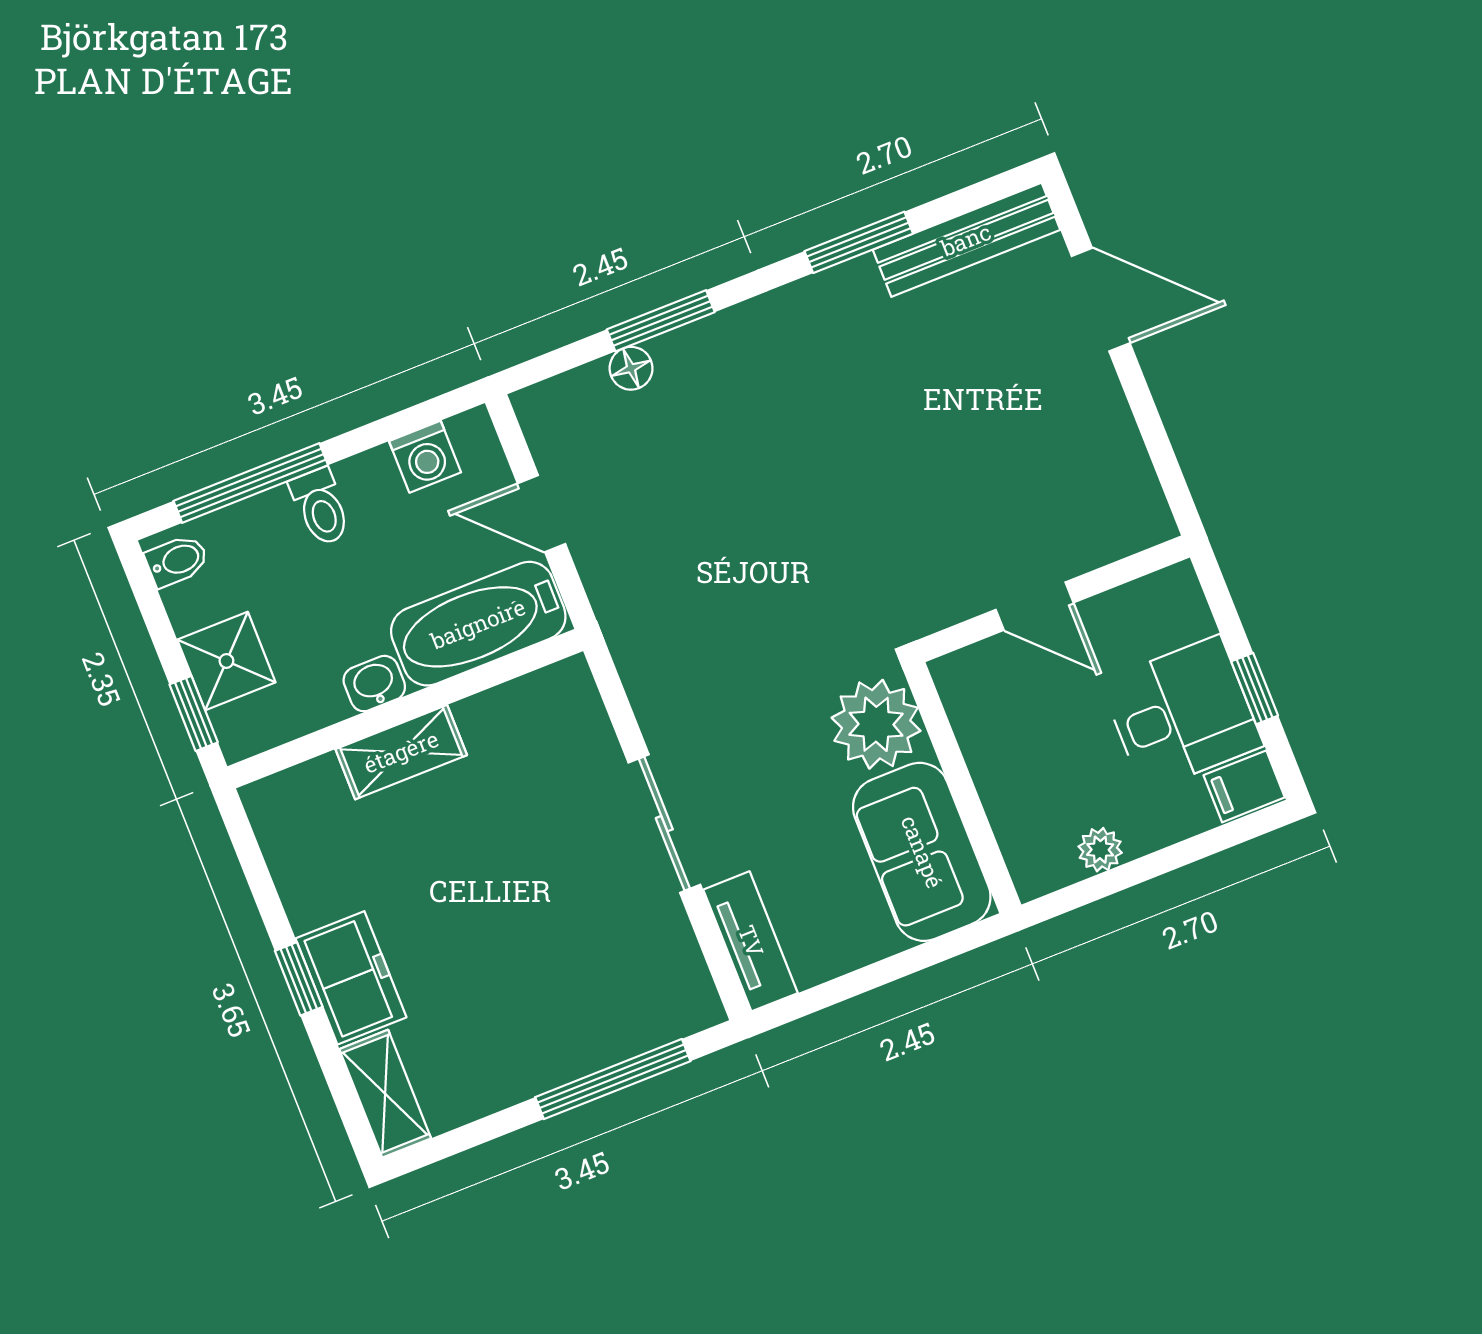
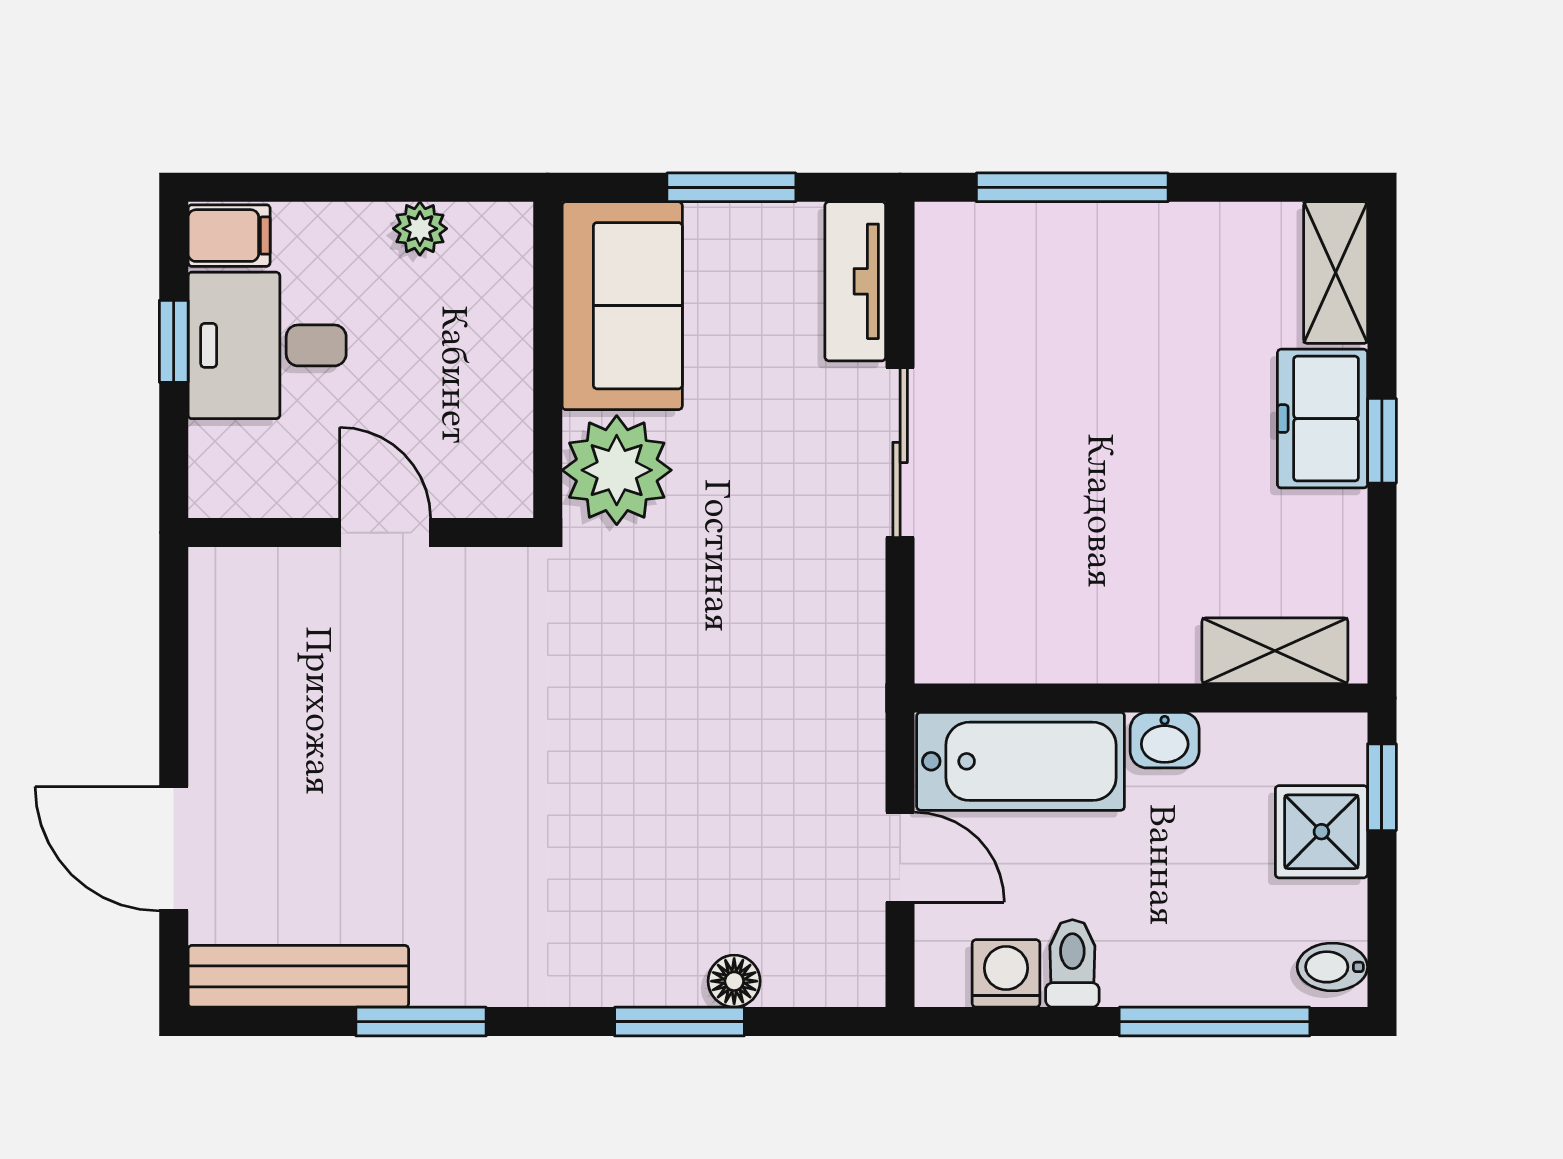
toilet: (321, 507) -> (1072, 963), moved
shelving: (401, 752) -> (1275, 651), moved
window: (874, 976) -> (731, 187), added

